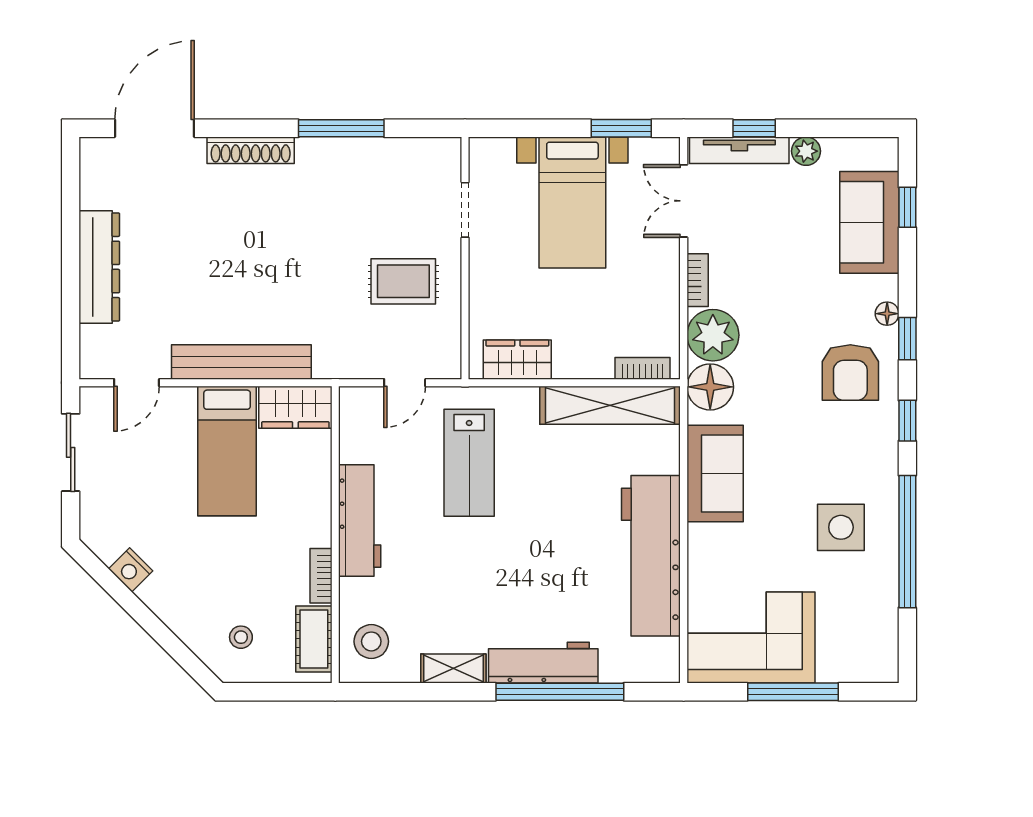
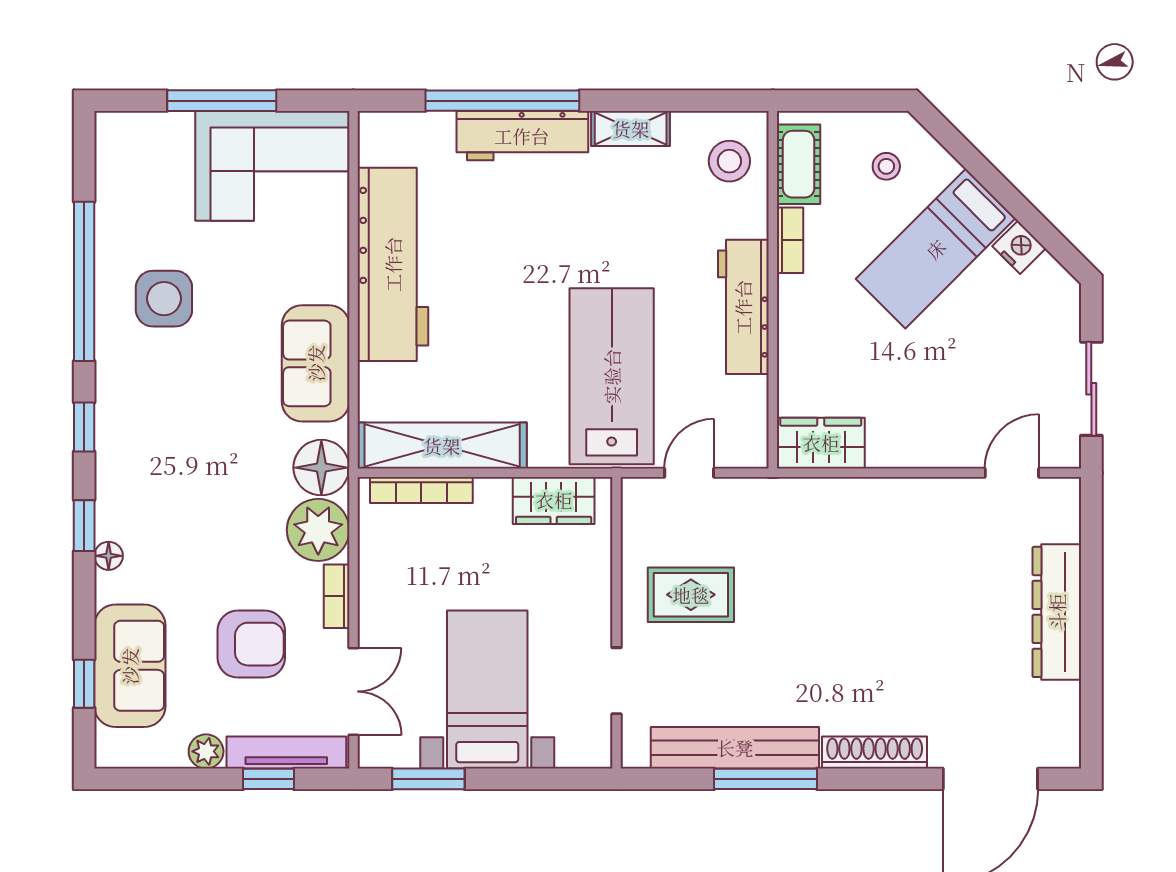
bench: (241, 362) -> (735, 748), moved
bookcase: (643, 368) -> (421, 490), width x1.56
armchair: (850, 372) -> (251, 644), moved, turned 90
bed: (227, 451) -> (936, 249), moved, turned -135
lab bench: (469, 463) -> (612, 376), width x1.36, depth x1.39

